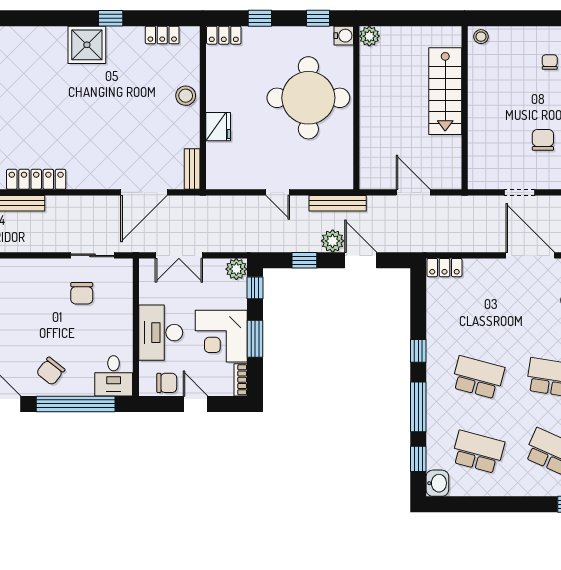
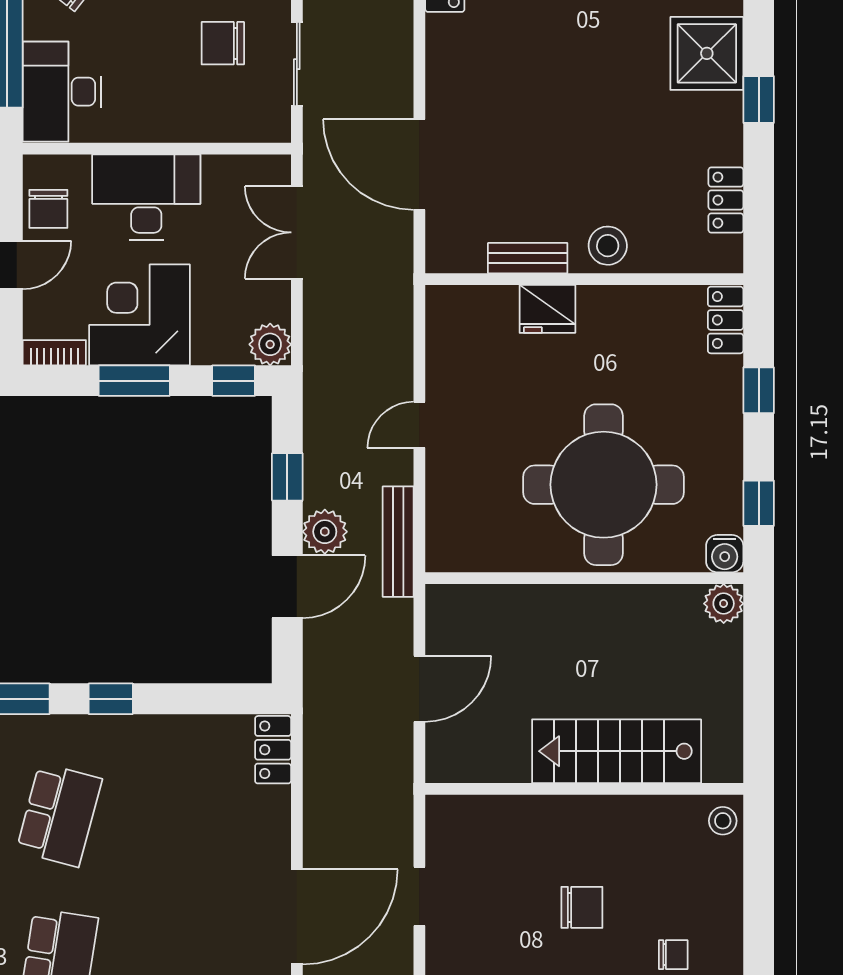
chair: (543, 140) -> (582, 907), moved
bench: (192, 169) -> (528, 258), moved
desk: (114, 376) -> (62, 92), width x1.37

